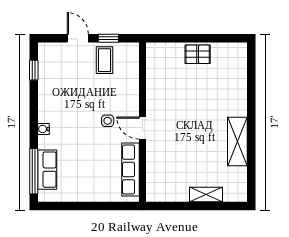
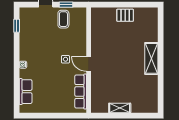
shelving: (237, 141) -> (151, 58), moved
window: (34, 171) -> (17, 93), removed
shelving: (206, 194) -> (120, 108), moved

